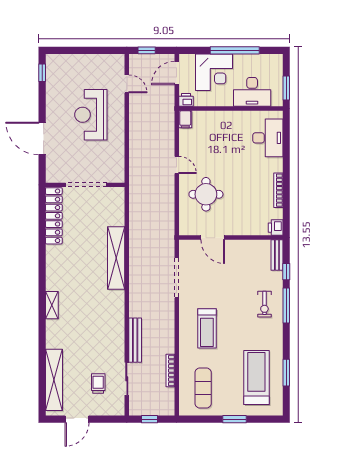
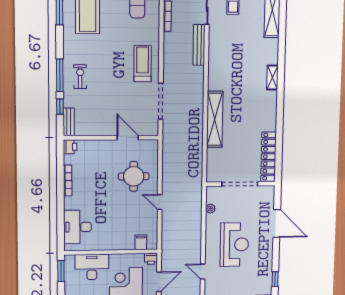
filing cabinet: (185, 119) -> (141, 242), moved
plant: (119, 157) -> (210, 209), added
treadmill: (207, 328) -> (143, 64), moved

